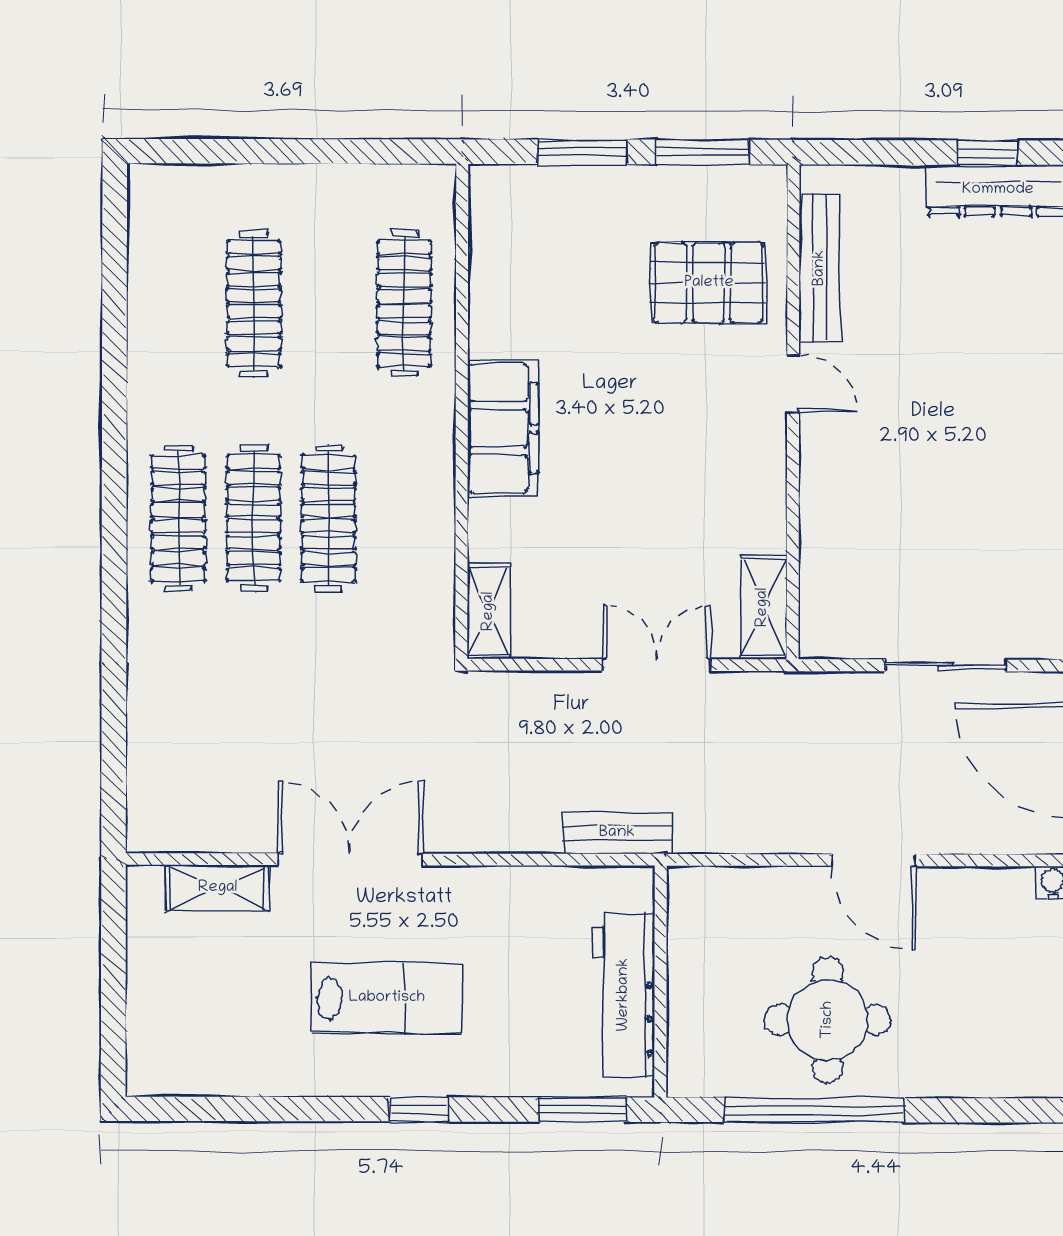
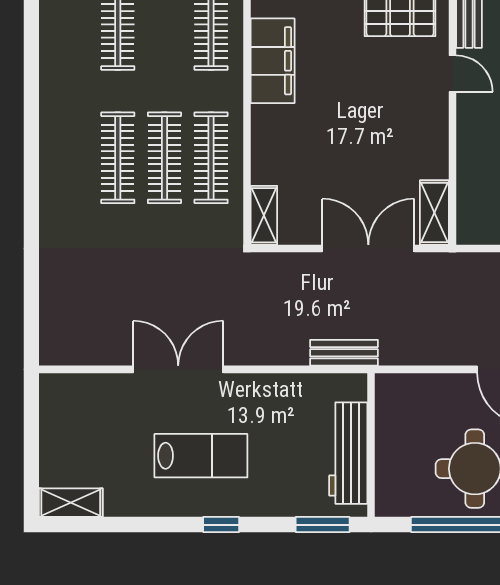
filing cabinet: (503, 428) -> (273, 61), moved
clothes rail: (178, 518) -> (211, 158), moved
double door: (657, 665) -> (368, 248), width x1.37
shelving: (218, 888) -> (71, 503), moved

